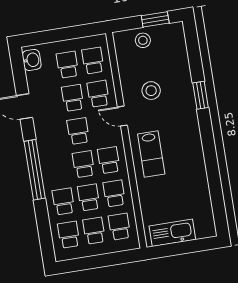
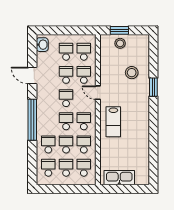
window: (155, 19) -> (119, 30), moved
stool: (151, 91) -> (132, 73), moved

